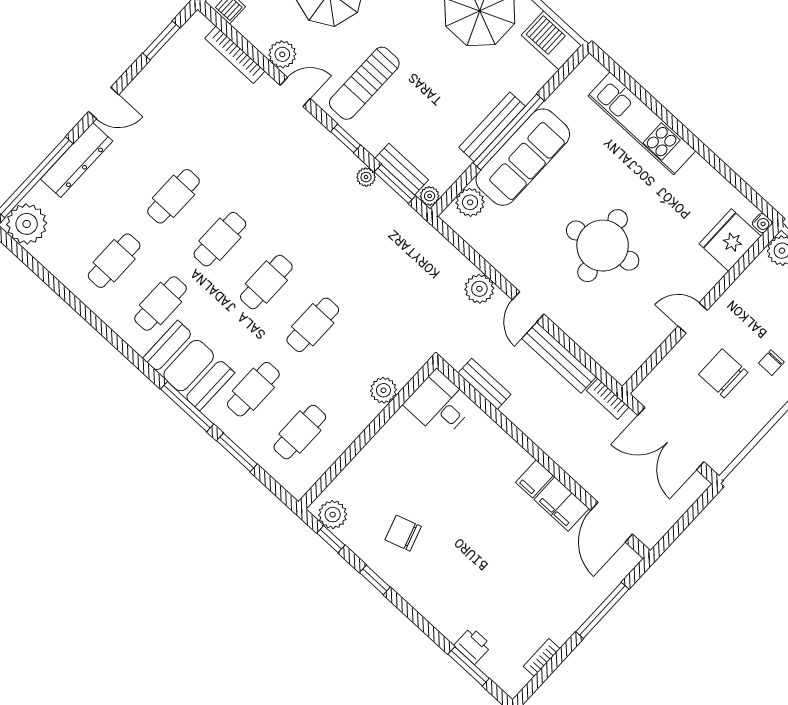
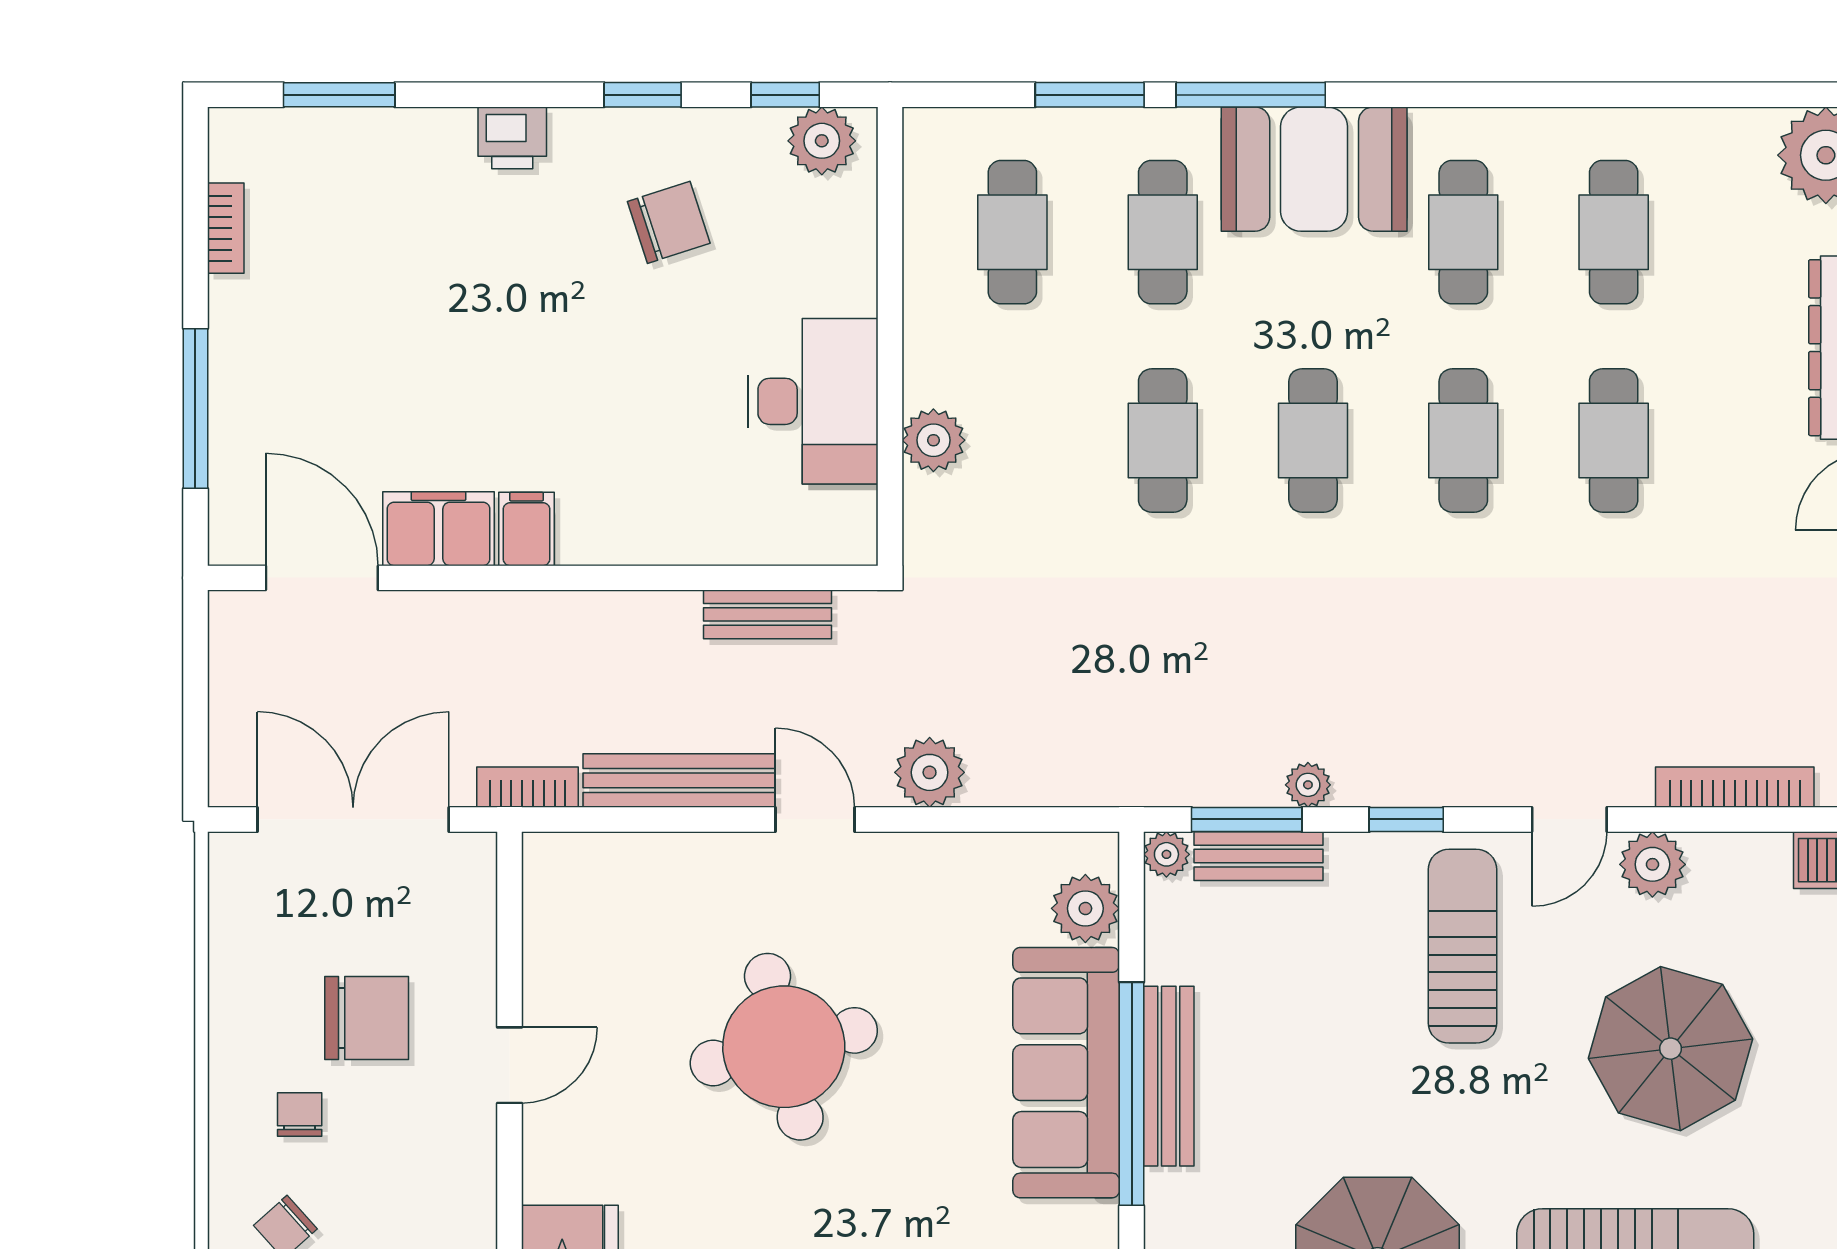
desk: (439, 405) -> (813, 401), moved, width x1.37
printer: (473, 646) -> (512, 138), moved

